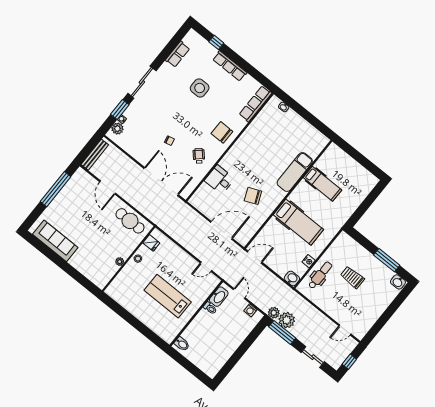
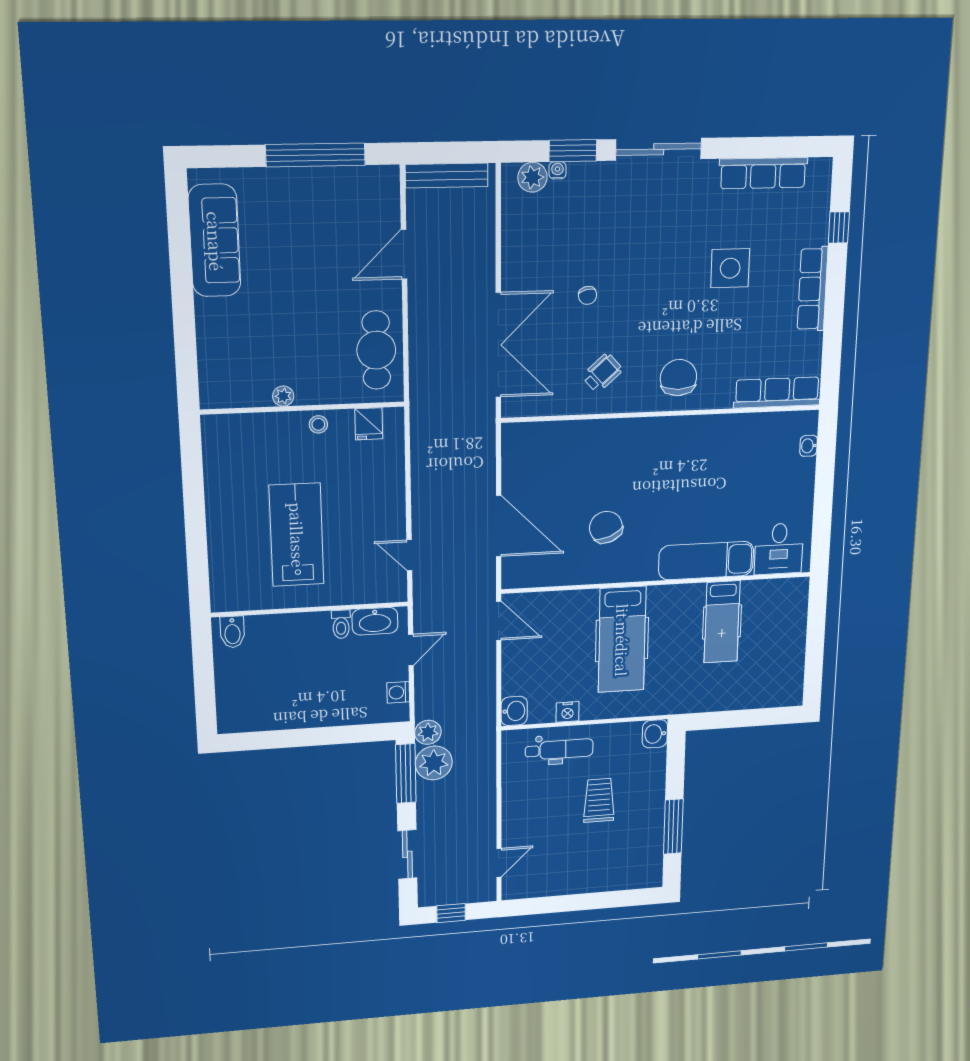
row of seats: (178, 54) -> (763, 173), width x1.48
desk: (220, 180) -> (779, 549), moved, turned 180
washbasin: (398, 282) -> (655, 734), moved
door: (345, 330) -> (499, 863), swing flipped

